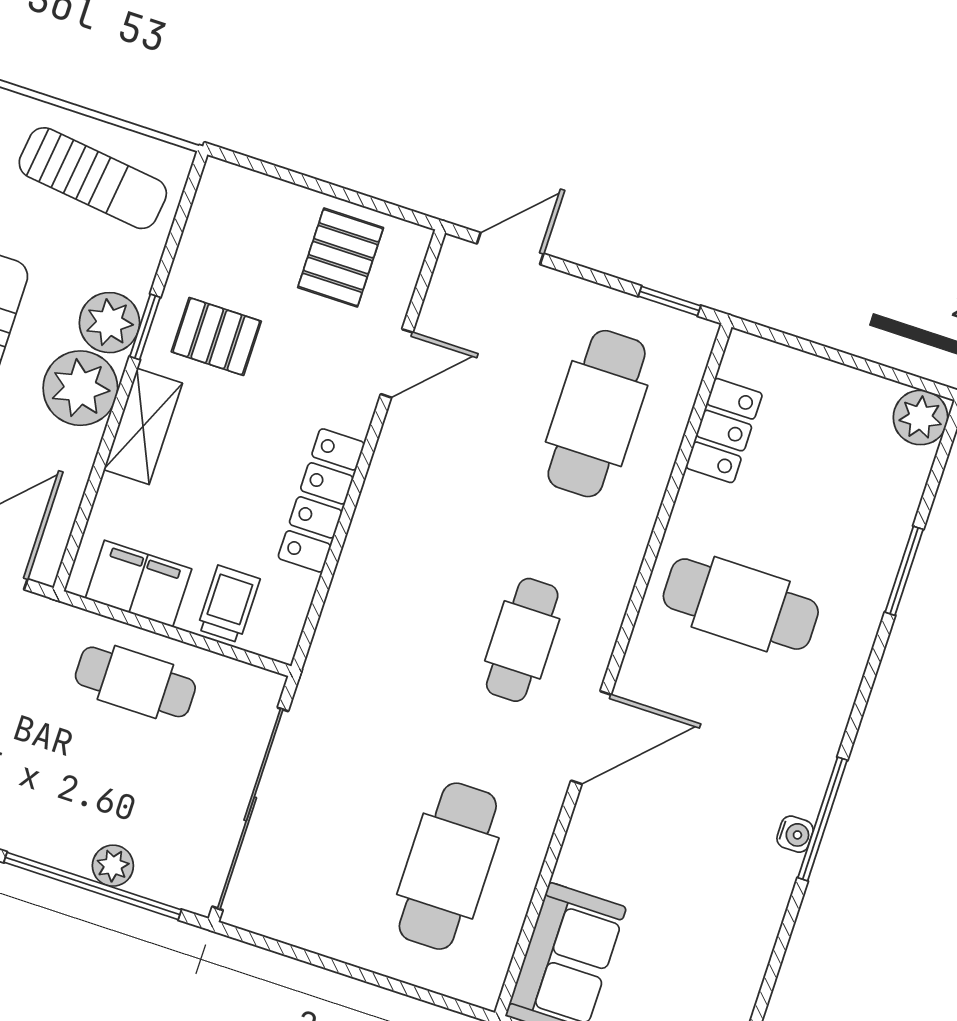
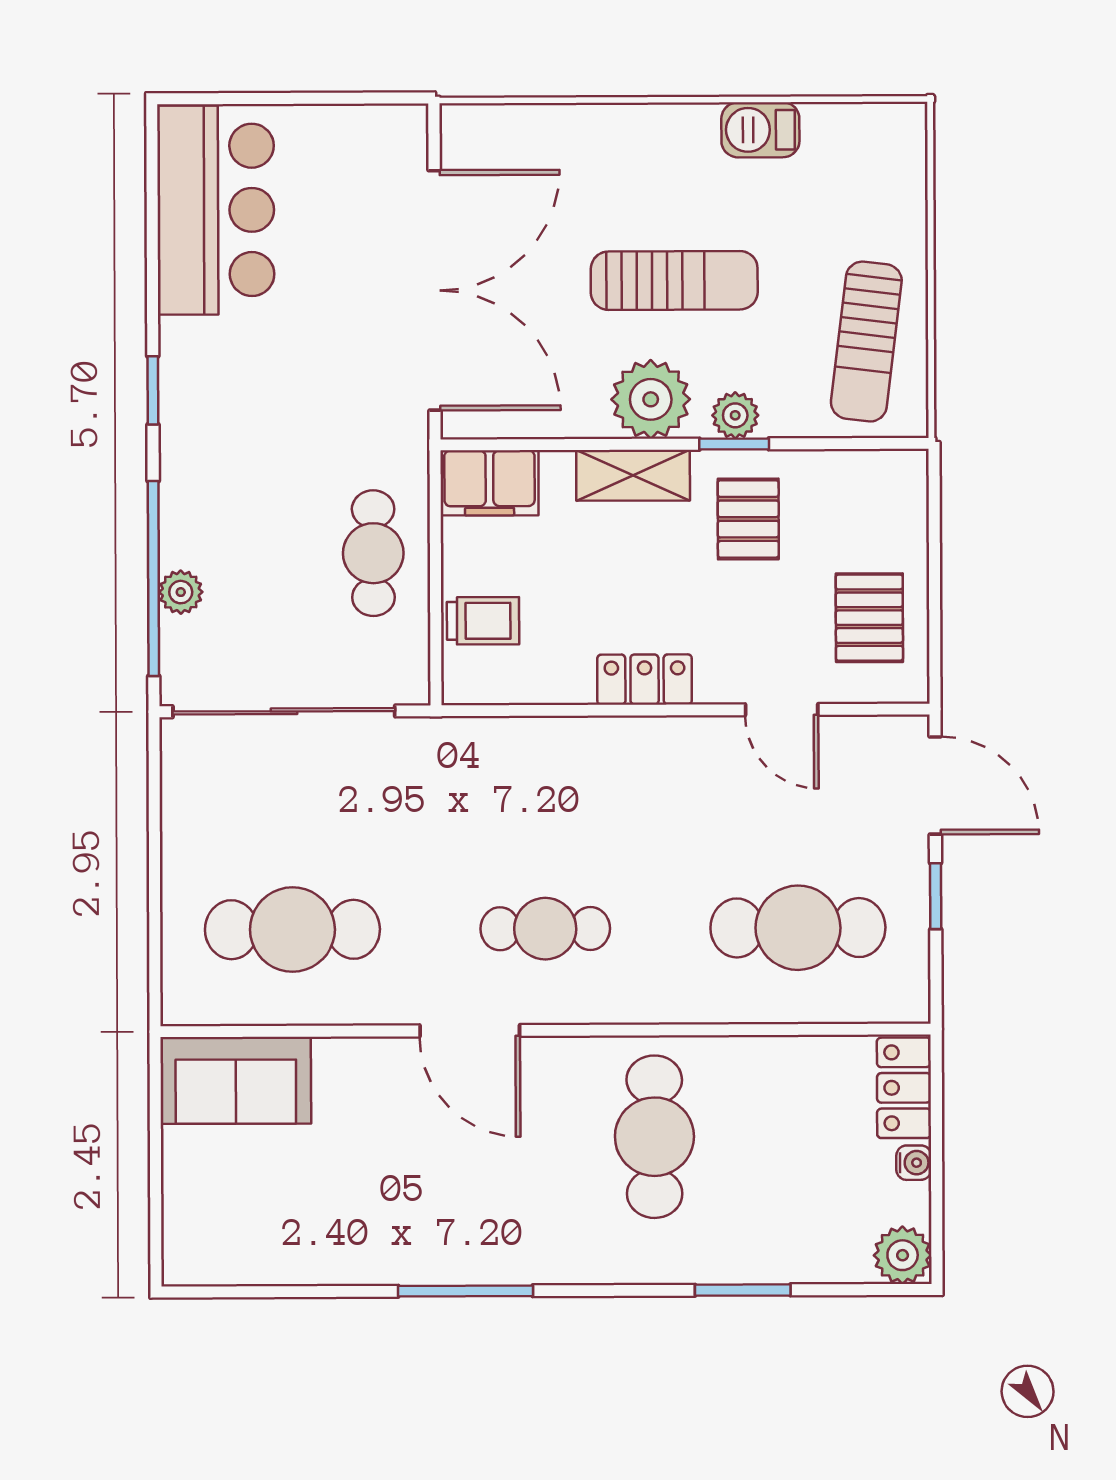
door: (510, 249) -> (935, 786), width x1.38
pallet: (341, 258) -> (869, 618), turned 90
window: (670, 301) -> (936, 896), moved
plant: (109, 323) -> (735, 415), width x0.73, depth x0.73
locker: (724, 431) -> (904, 1088), moved, turned 90
locker: (321, 500) -> (645, 679), width x0.66
filing cabinet: (139, 584) -> (489, 483), moved, turned 90
water cooler: (795, 834) -> (914, 1163), moved, turned -90

